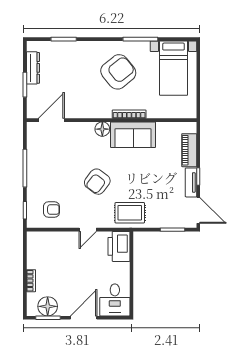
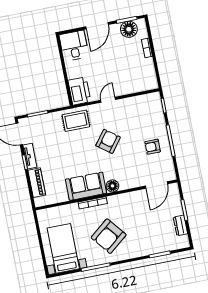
dresser: (33, 68) -> (180, 225), width x0.70
armchair: (51, 209) -> (153, 147), moved

